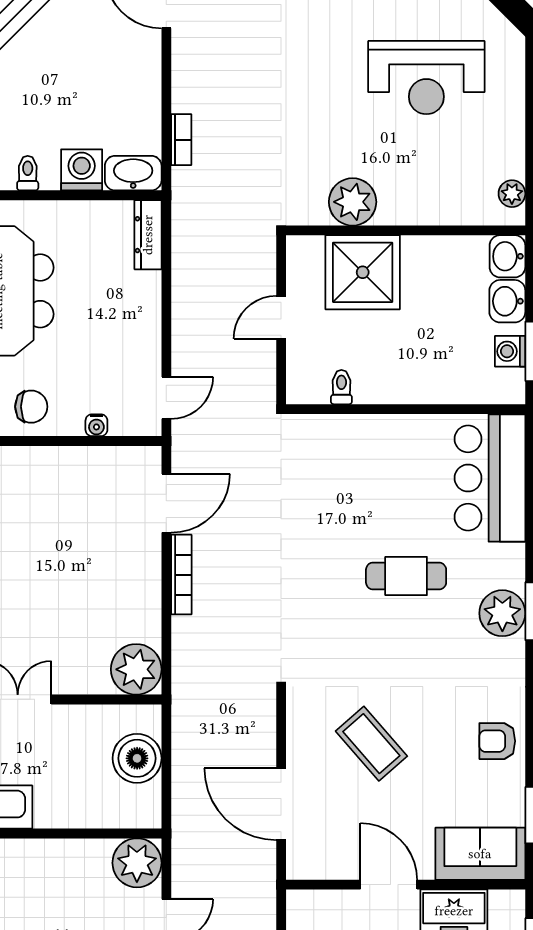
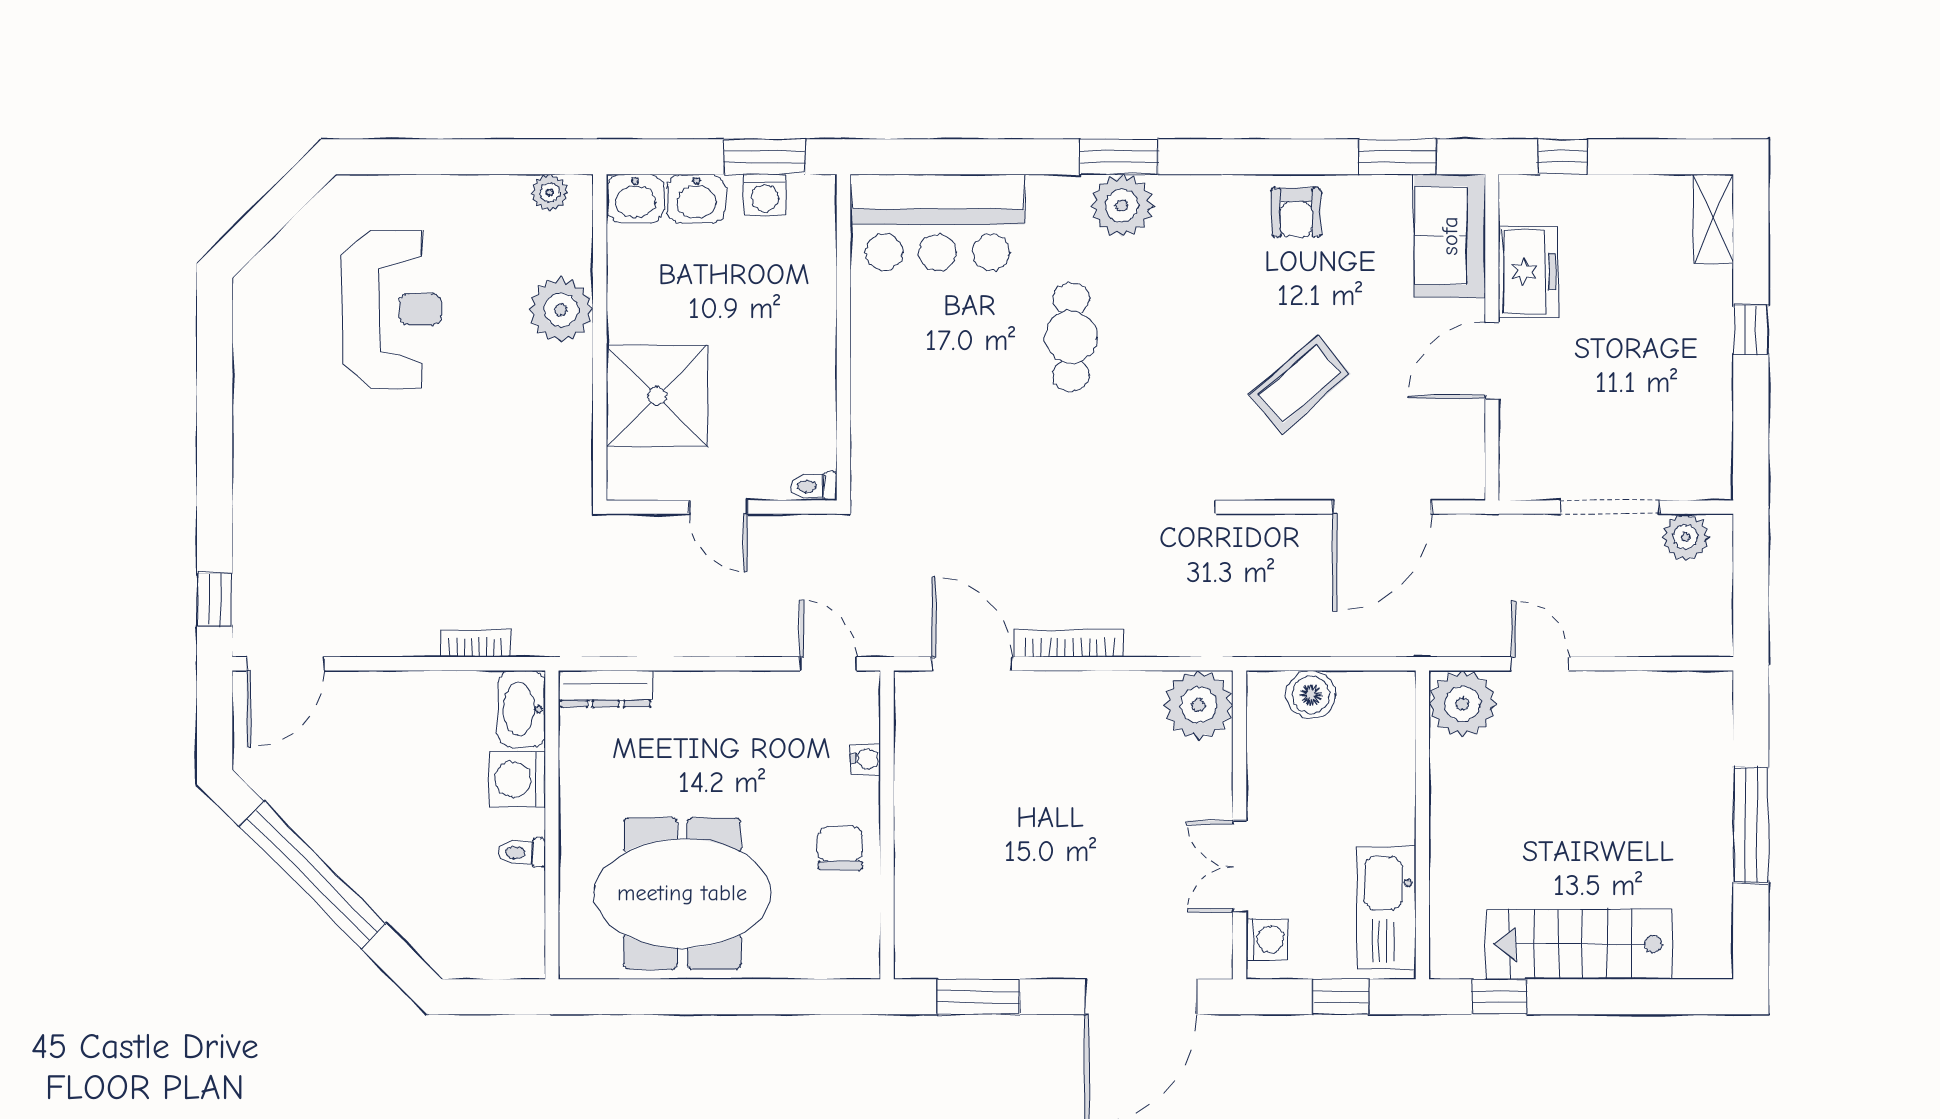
plant: (353, 202) -> (561, 310), moved
toilet: (341, 387) -> (814, 486), moved
boiler: (137, 758) -> (1311, 695), width x0.73, depth x0.73

